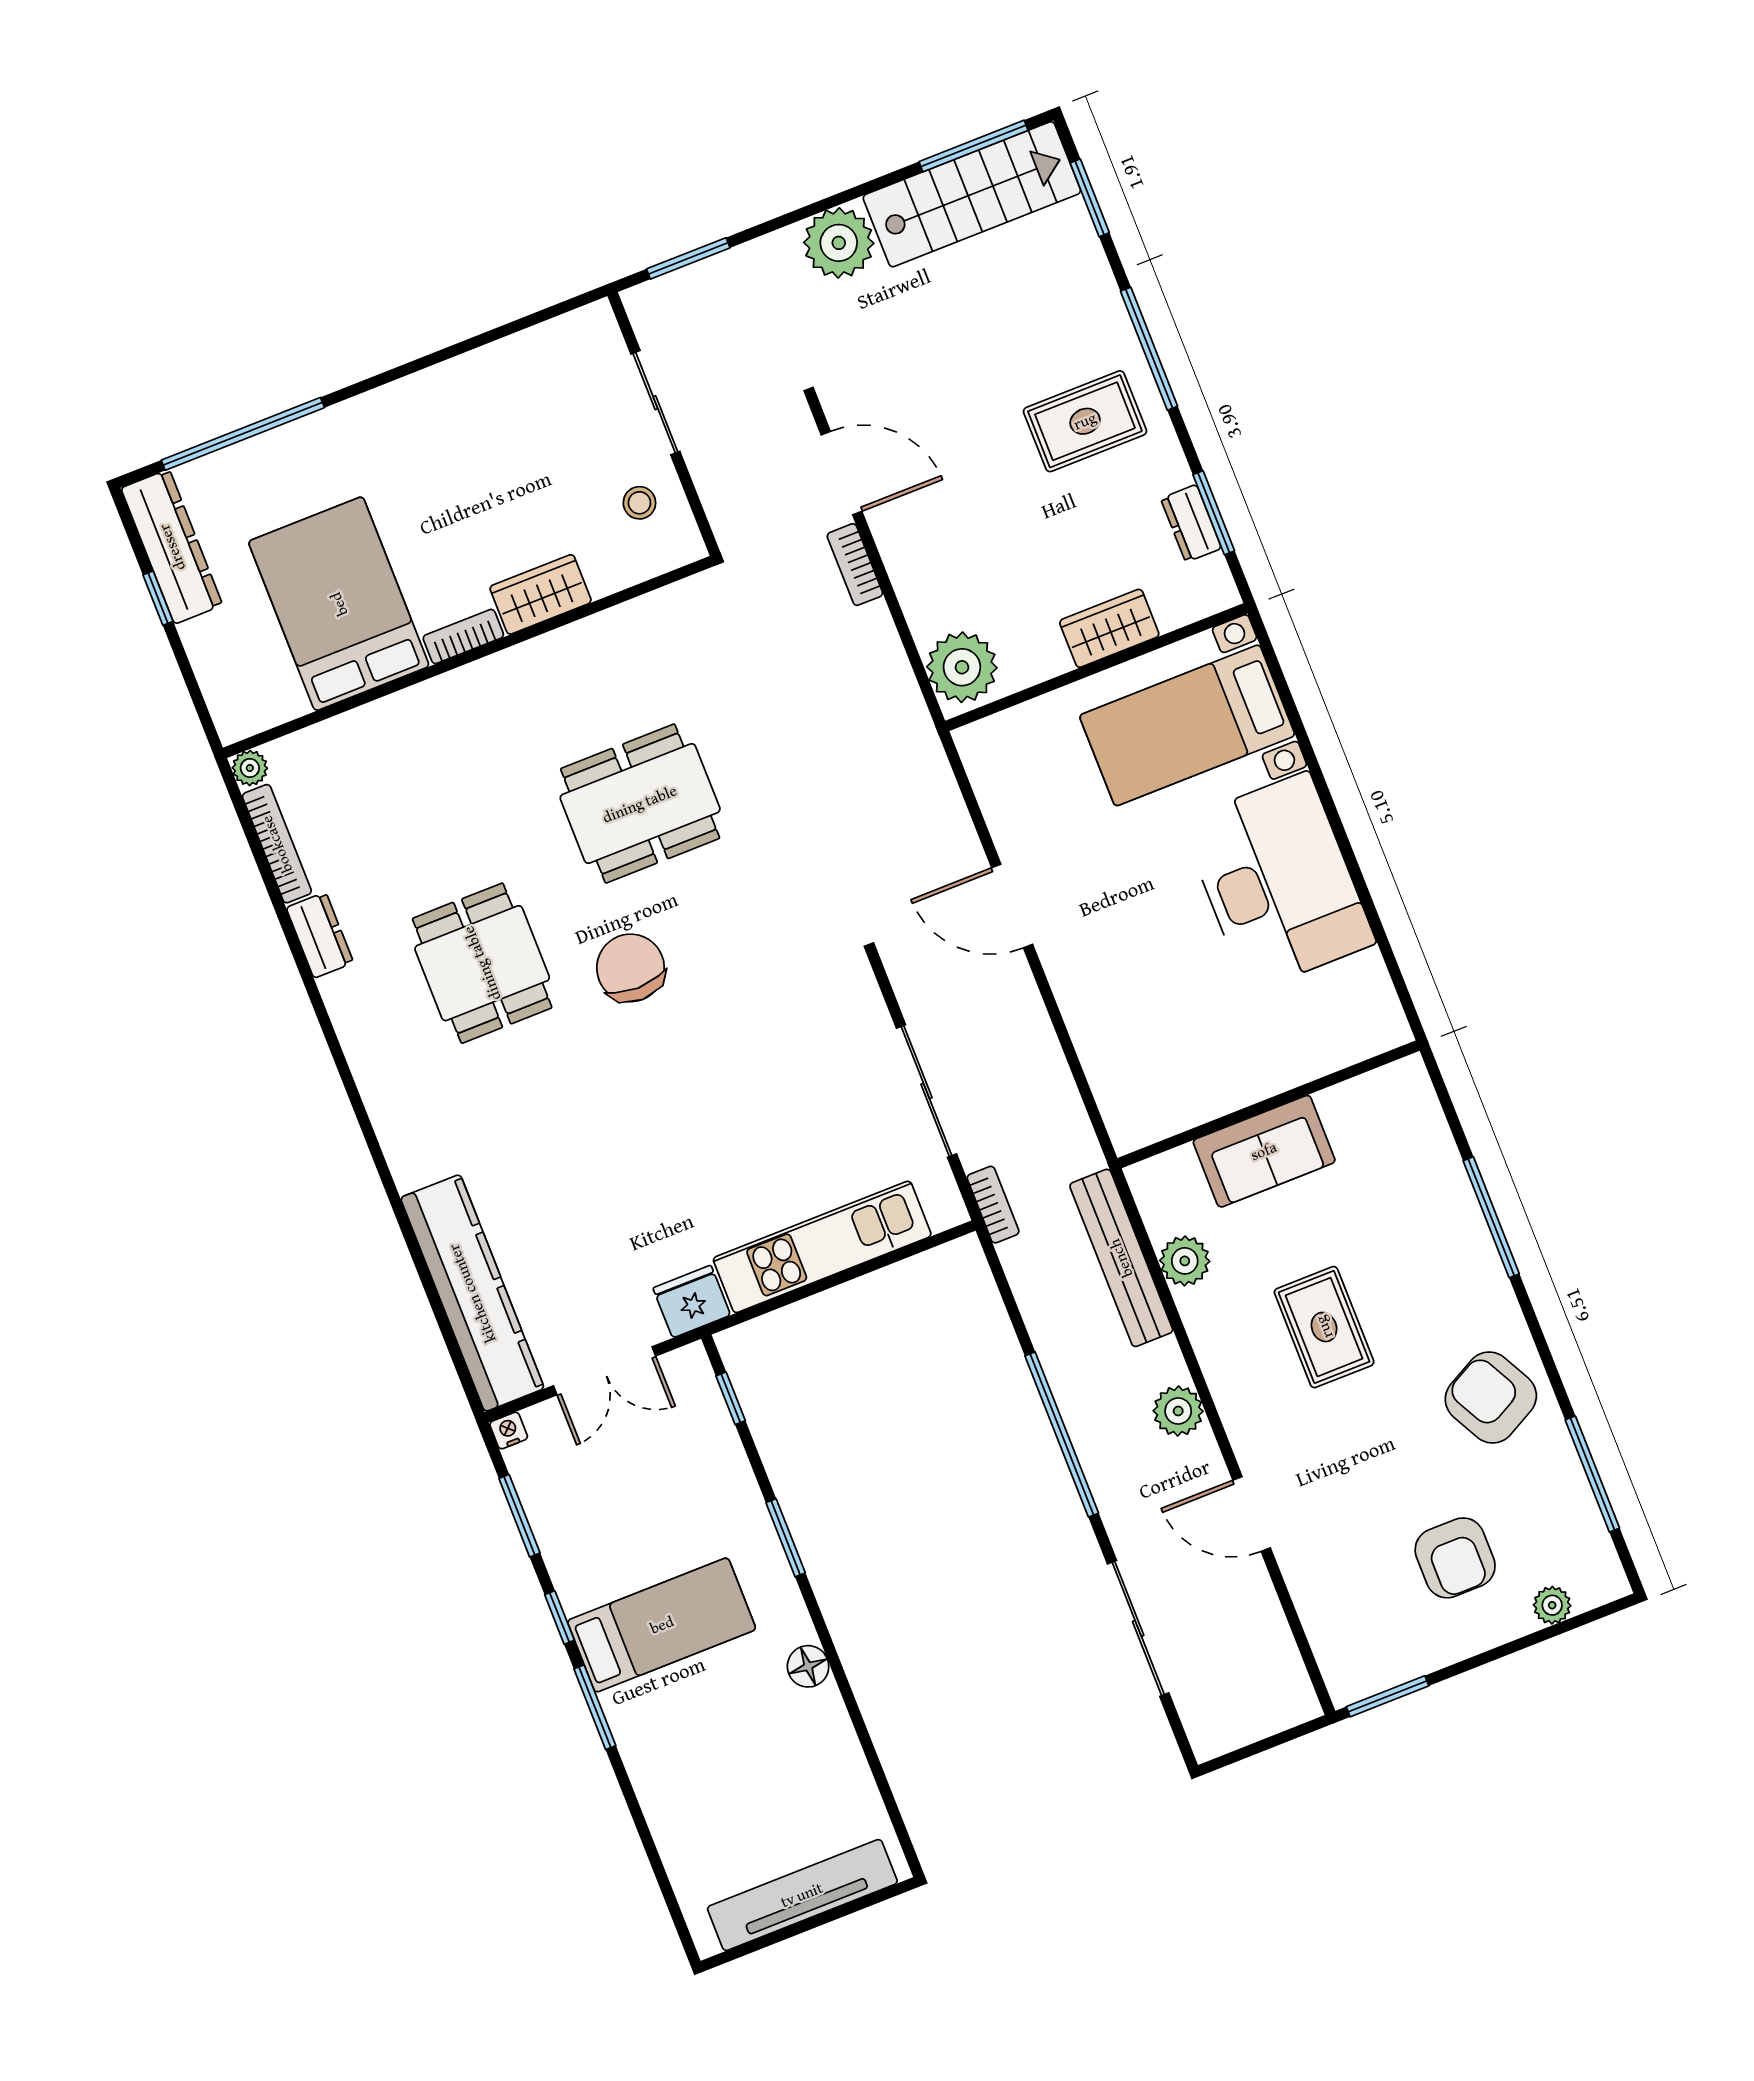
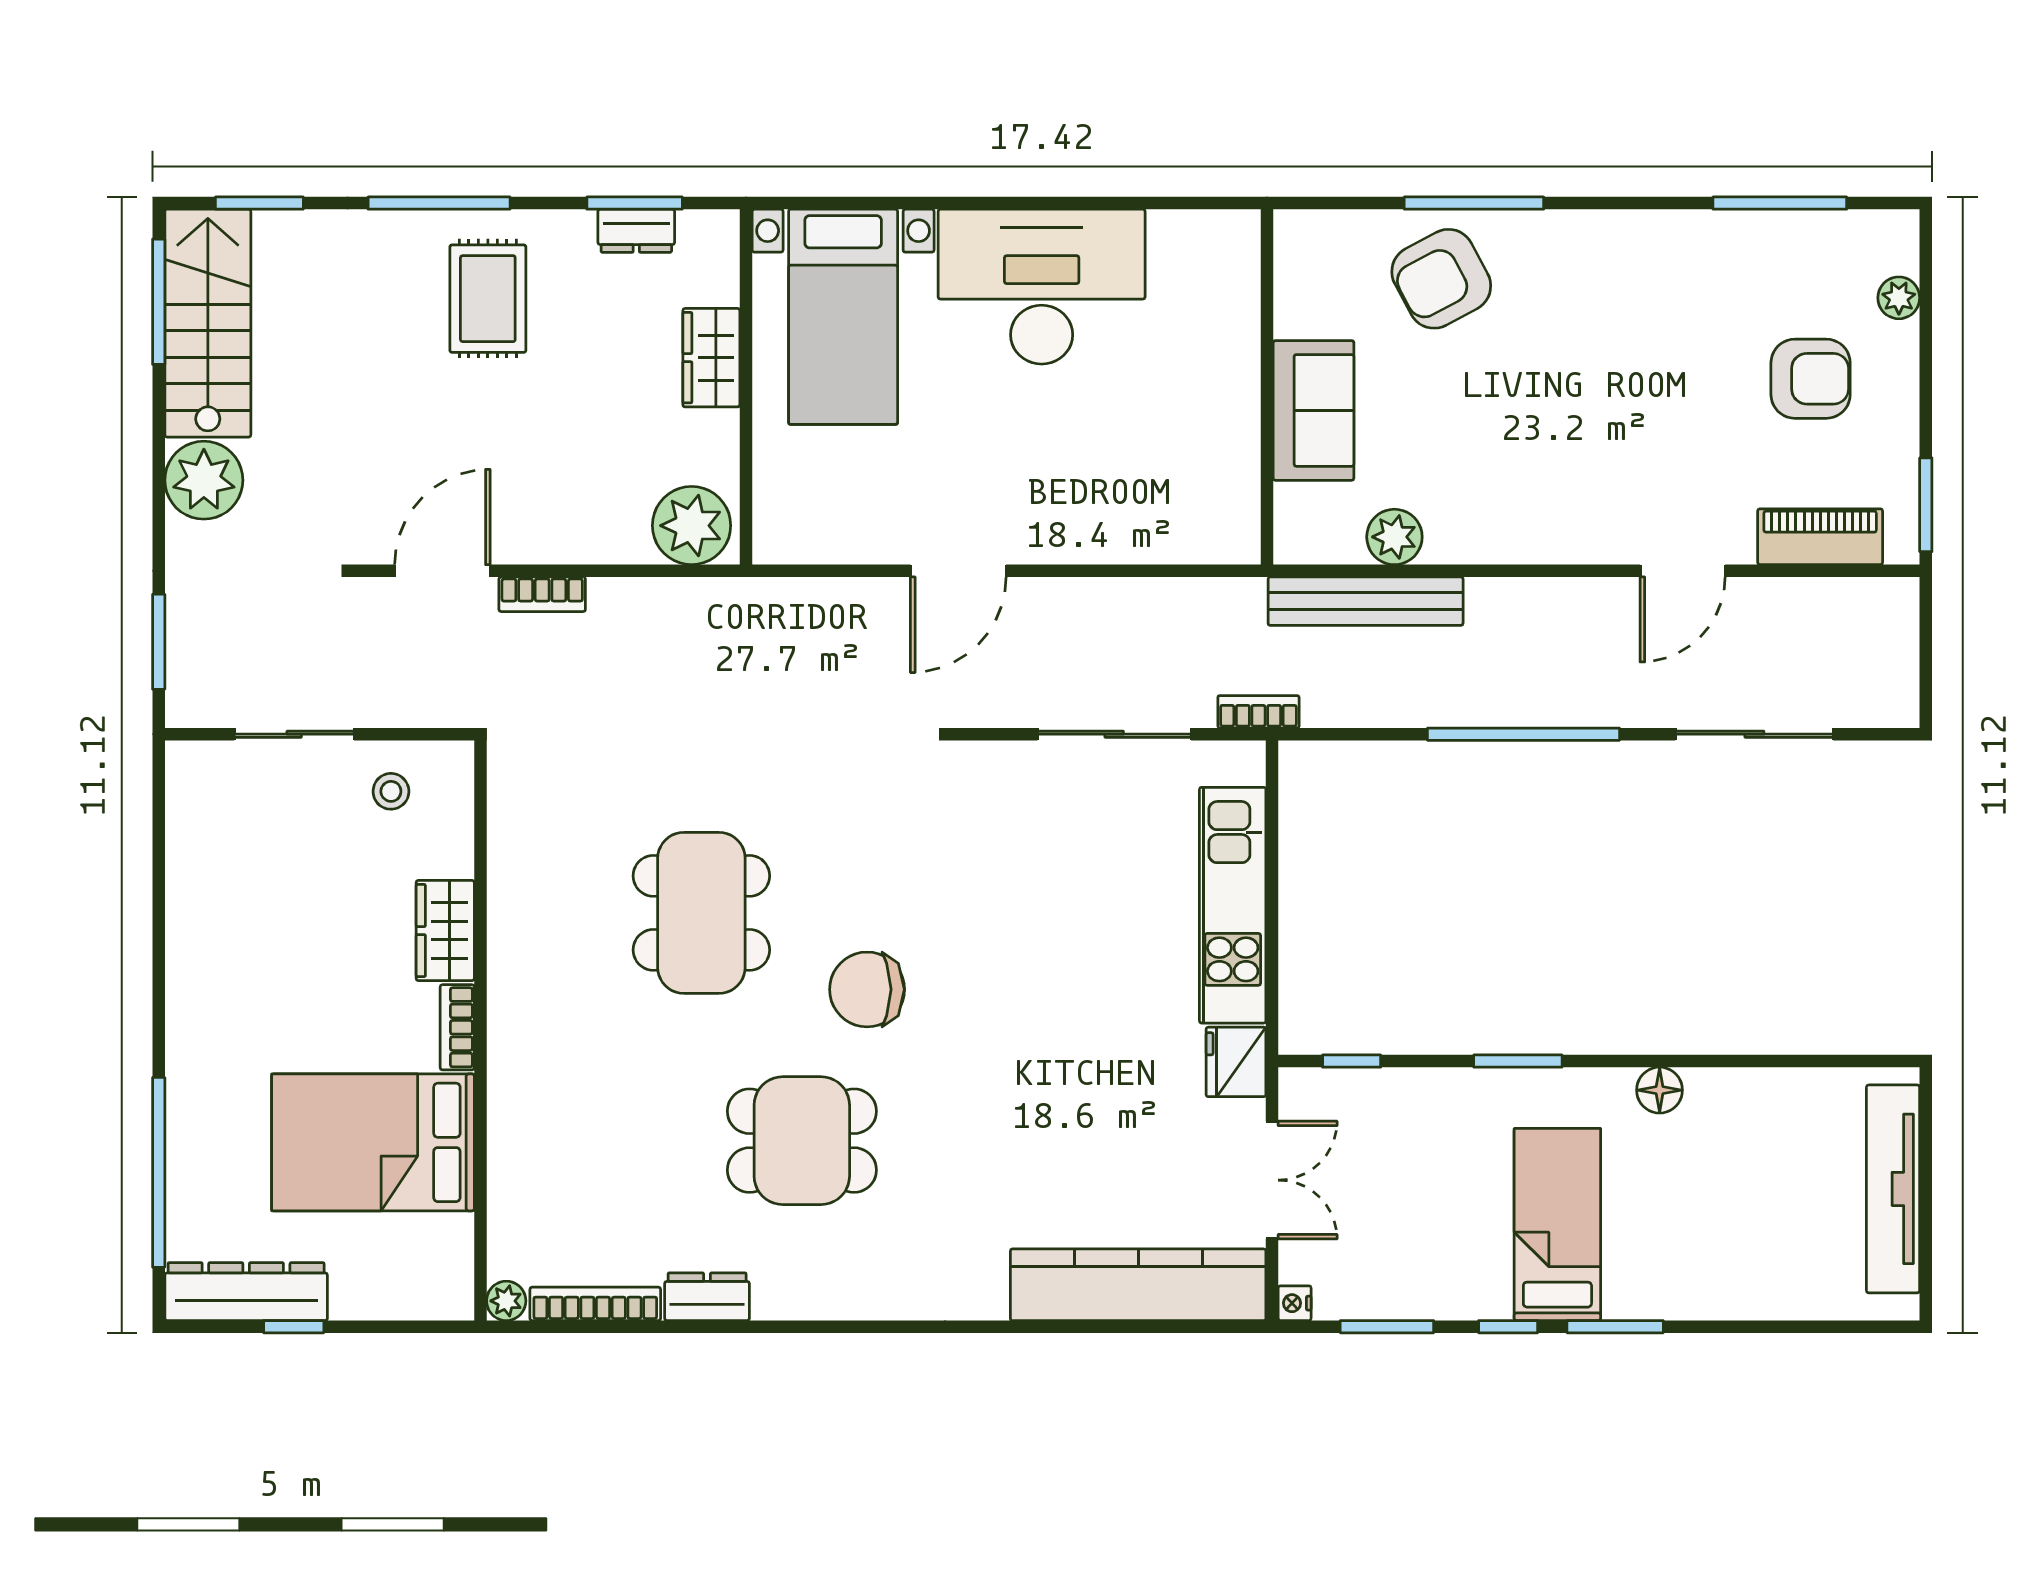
rug: (1324, 1327) -> (1519, 420), removed
armchair: (1491, 1398) -> (1441, 279), moved
plant: (1178, 1411) -> (1547, 605), removed
piano: (1326, 1618) -> (1820, 537), added

